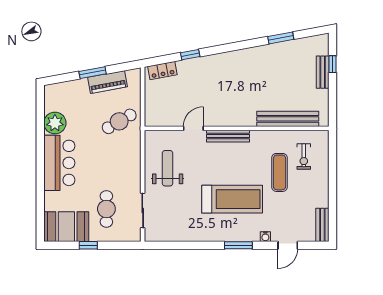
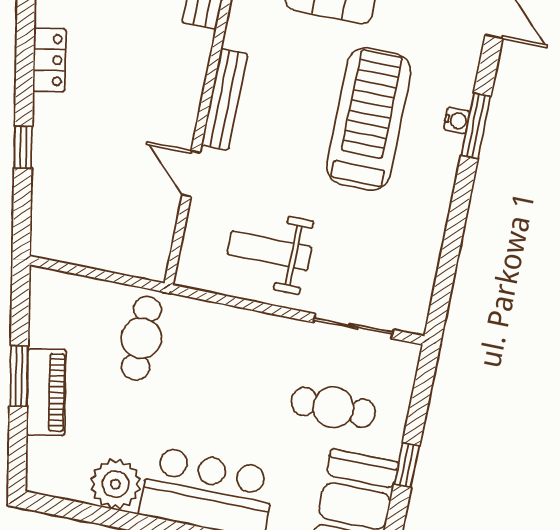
locker: (162, 70) -> (49, 60), moved
piano: (108, 82) -> (46, 392), moved
cafe table: (119, 121) -> (141, 338), turned 30
water cooler: (265, 237) -> (457, 120), moved

